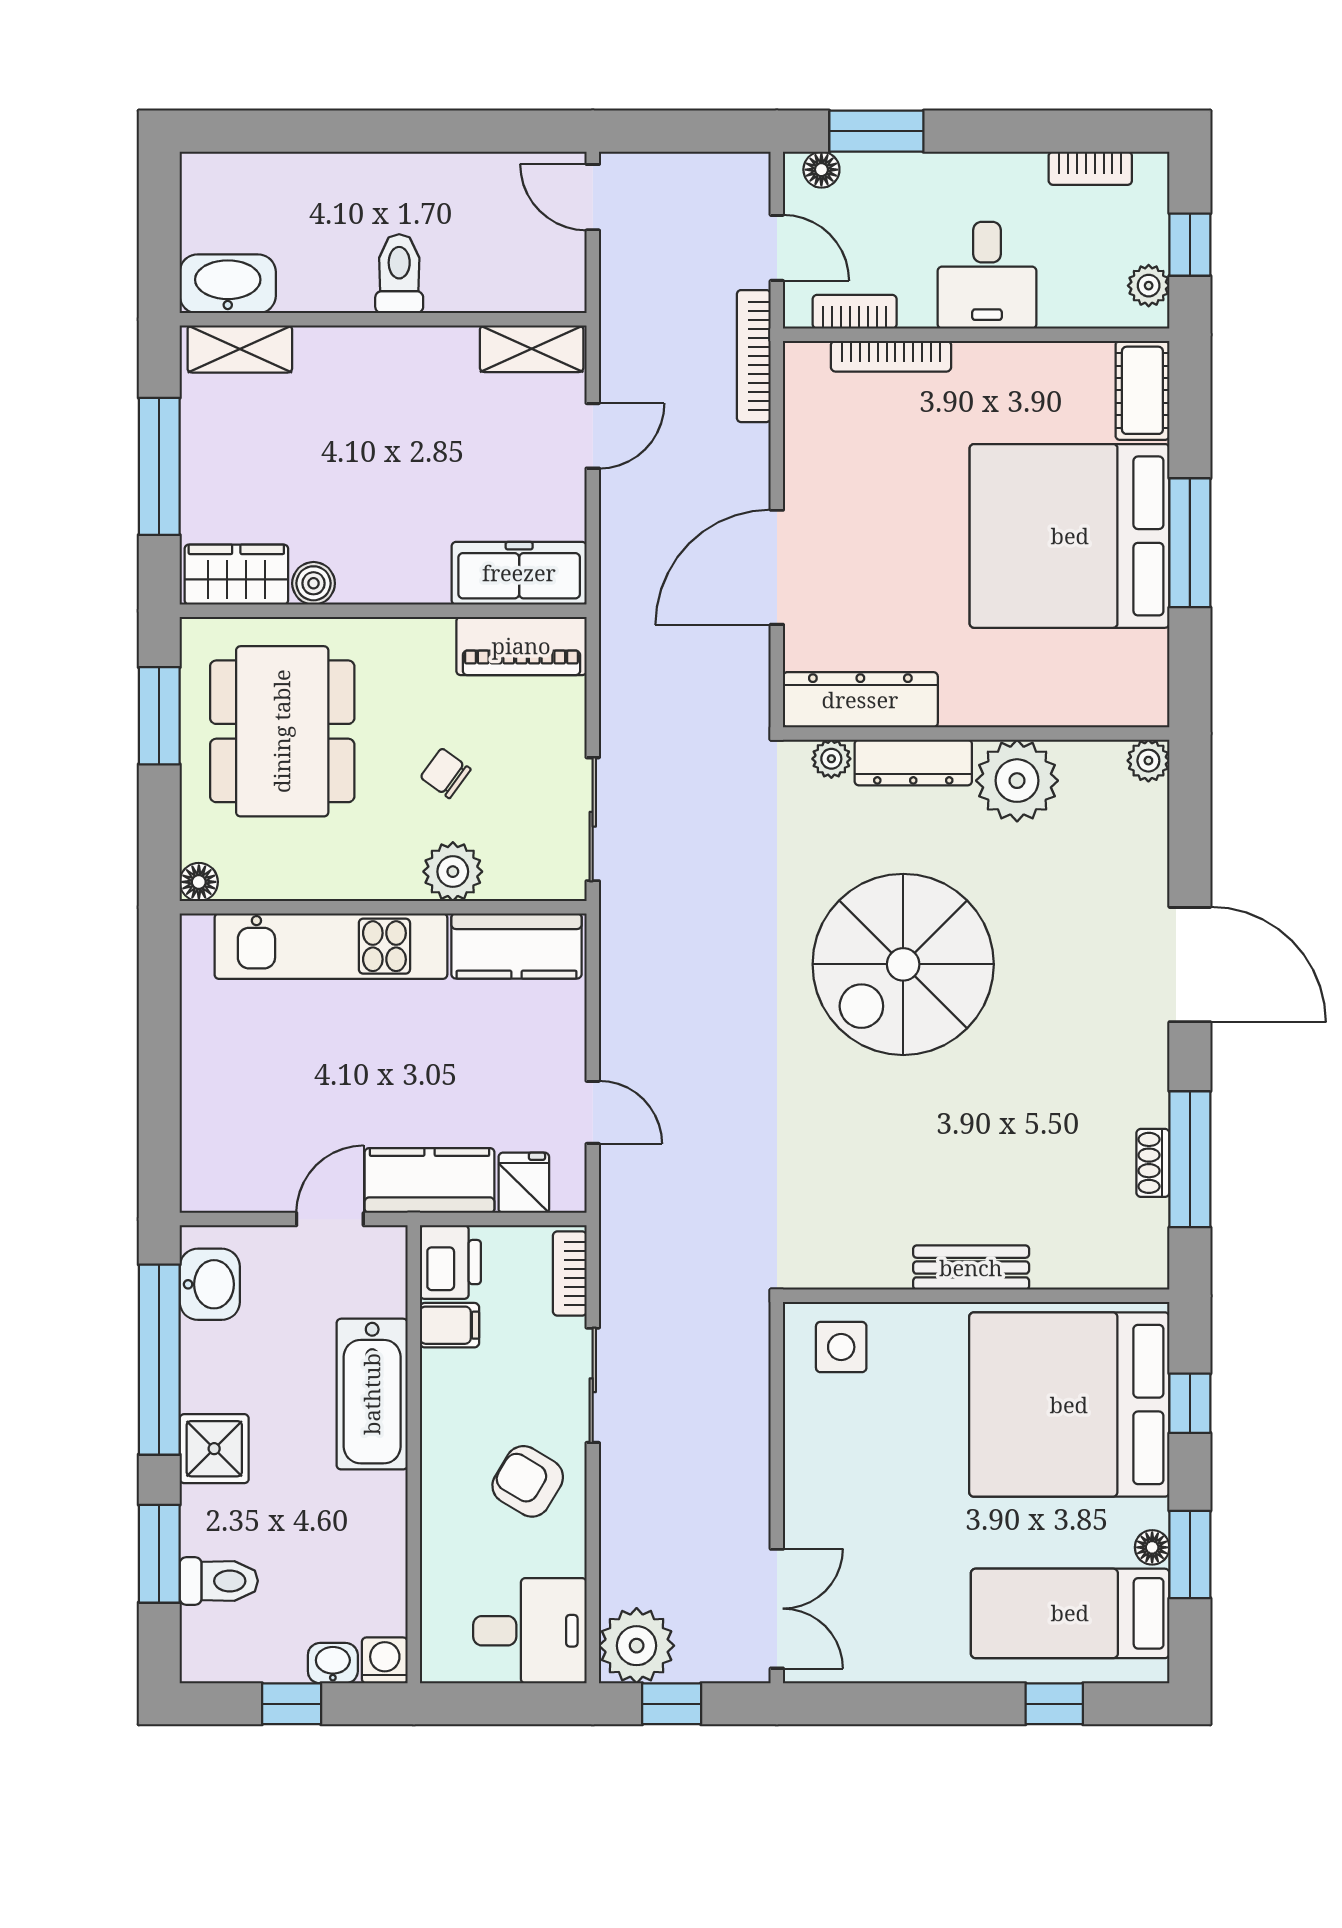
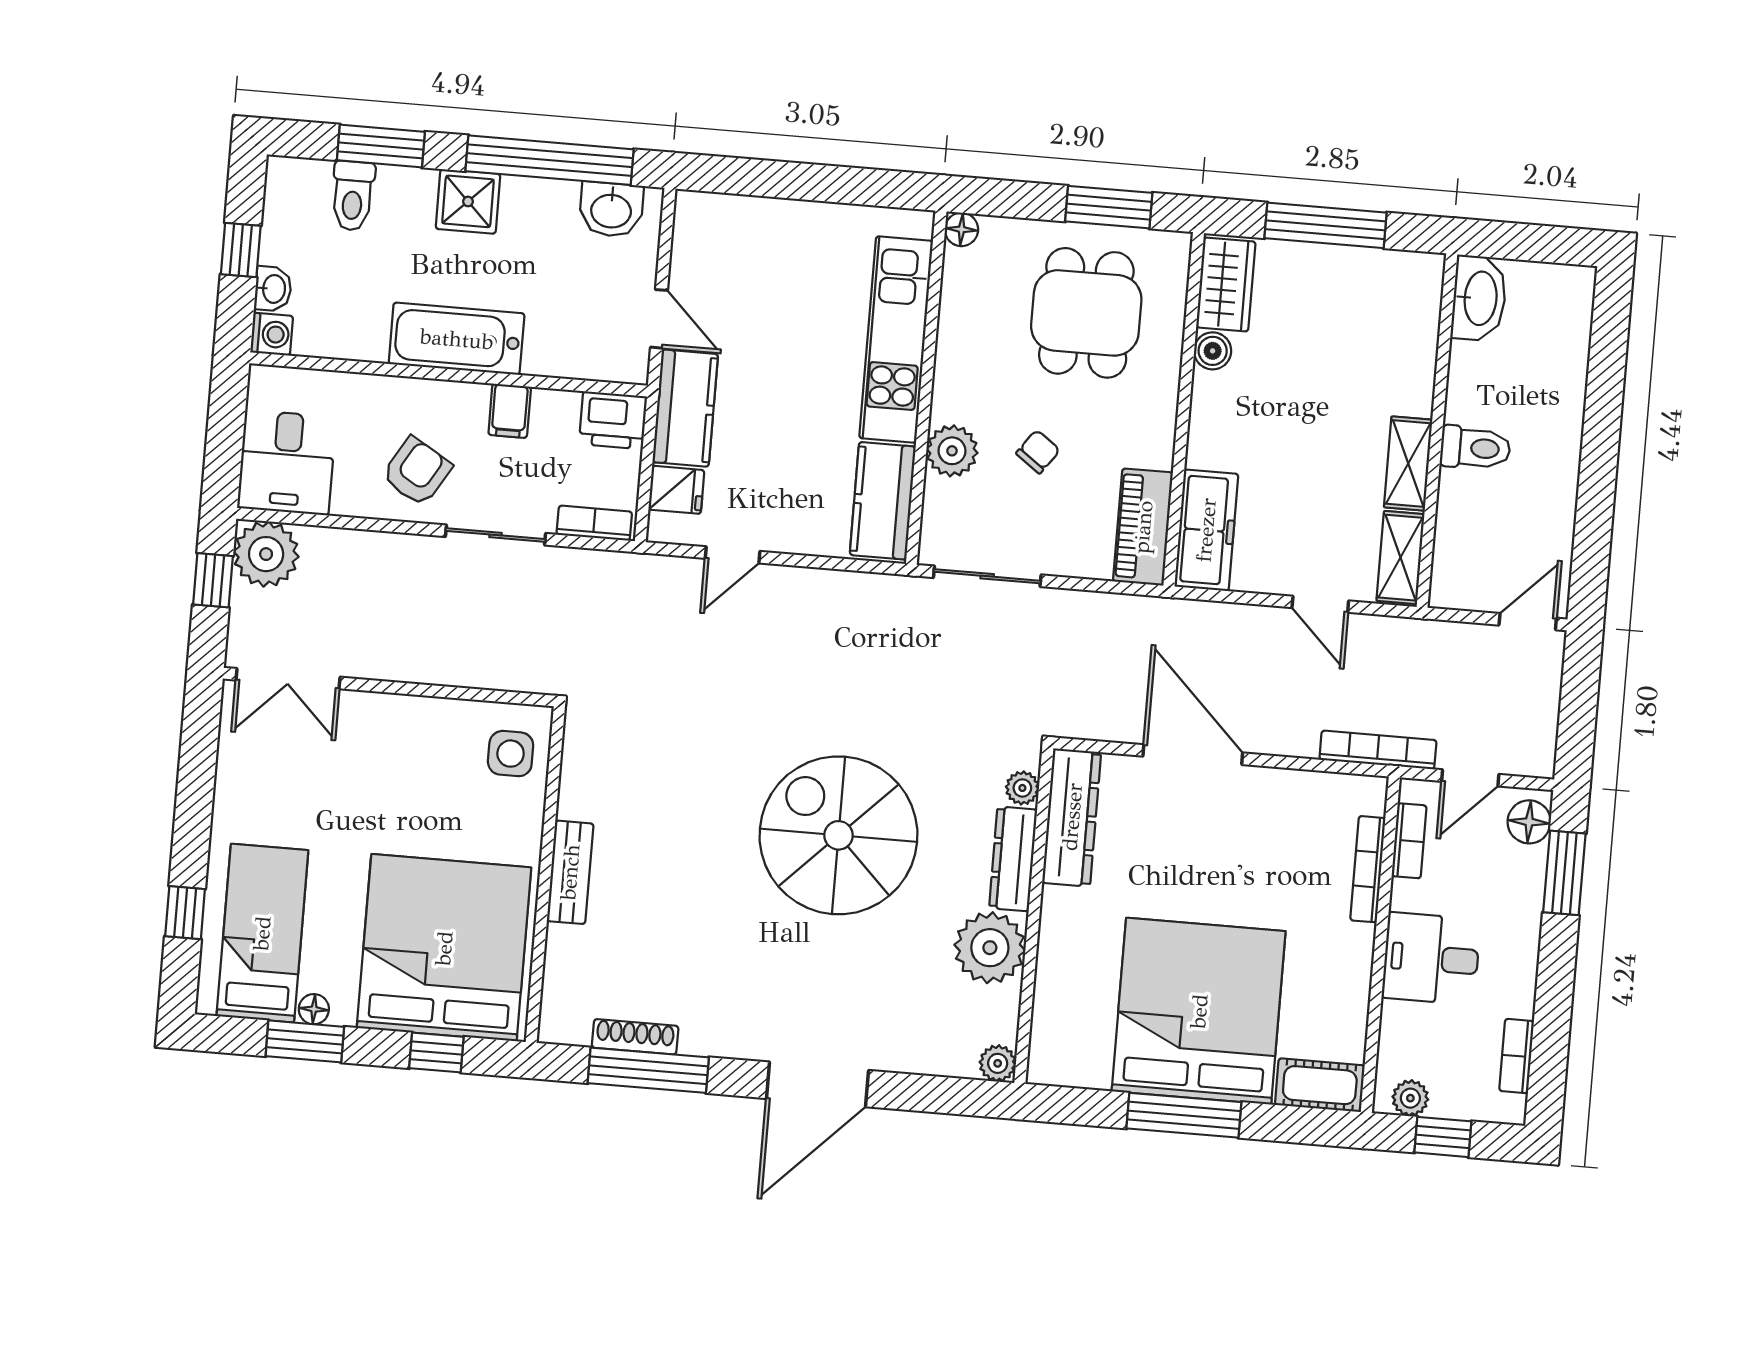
floor lamp: (821, 170) -> (1529, 822), width x1.37, depth x1.37
shelving: (240, 349) -> (1408, 464), moved
dining table: (282, 731) -> (1086, 313), width x0.73
shoe rack: (1153, 1163) -> (635, 1037), width x1.43
filing cabinet: (450, 1325) -> (510, 411), moved
bathtub: (372, 1394) -> (457, 339), moved

